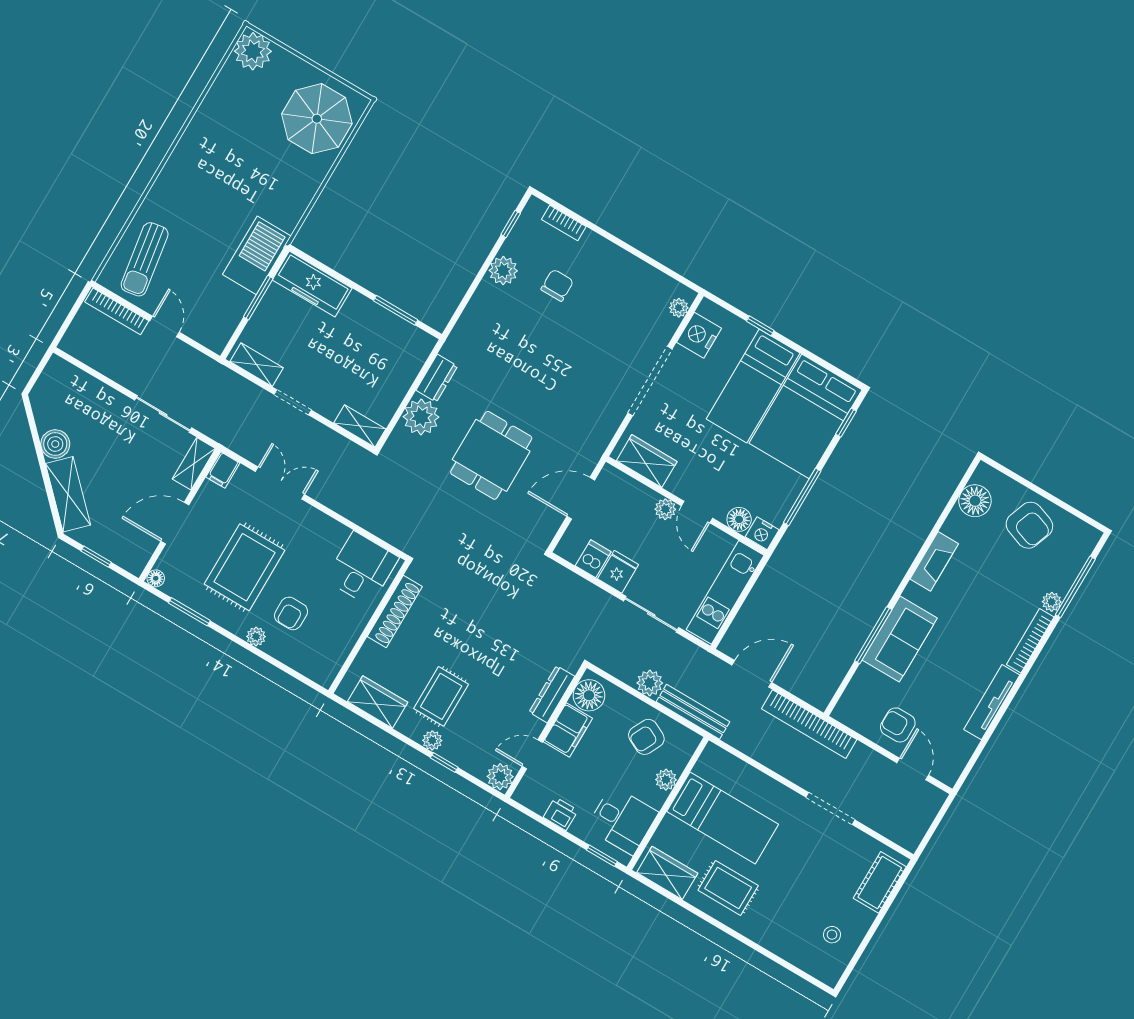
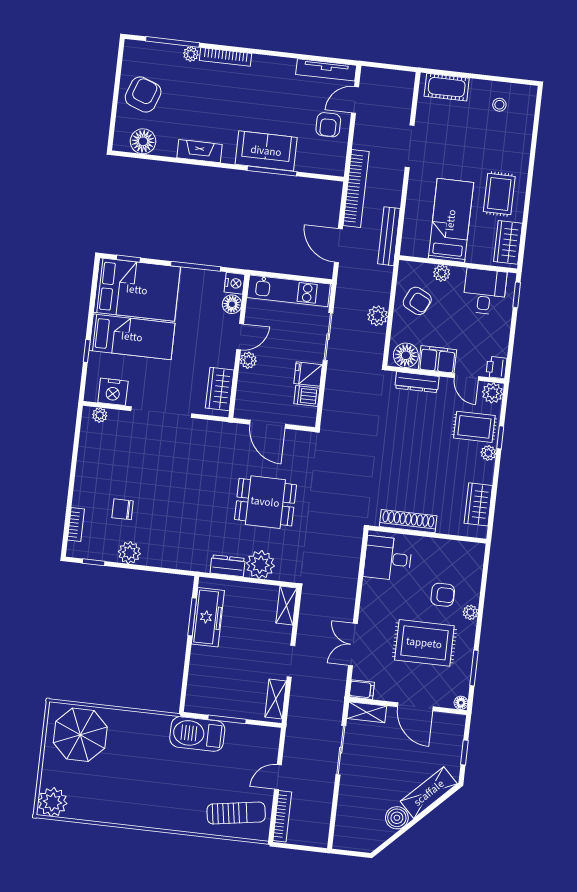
freezer: (312, 284) -> (208, 617), moved
rug: (441, 696) -> (474, 427), moved
tv unit: (992, 702) -> (326, 70), moved
bench: (693, 712) -> (389, 236), moved
printer: (561, 814) -> (496, 368), moved

